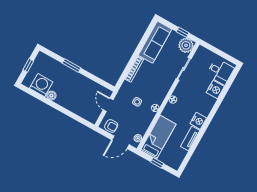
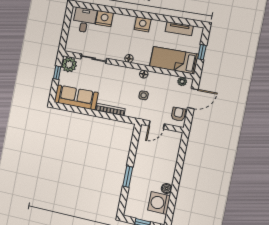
tv unit: (190, 138) -> (179, 29), moved
door: (120, 142) -> (193, 99), hinge flipped

